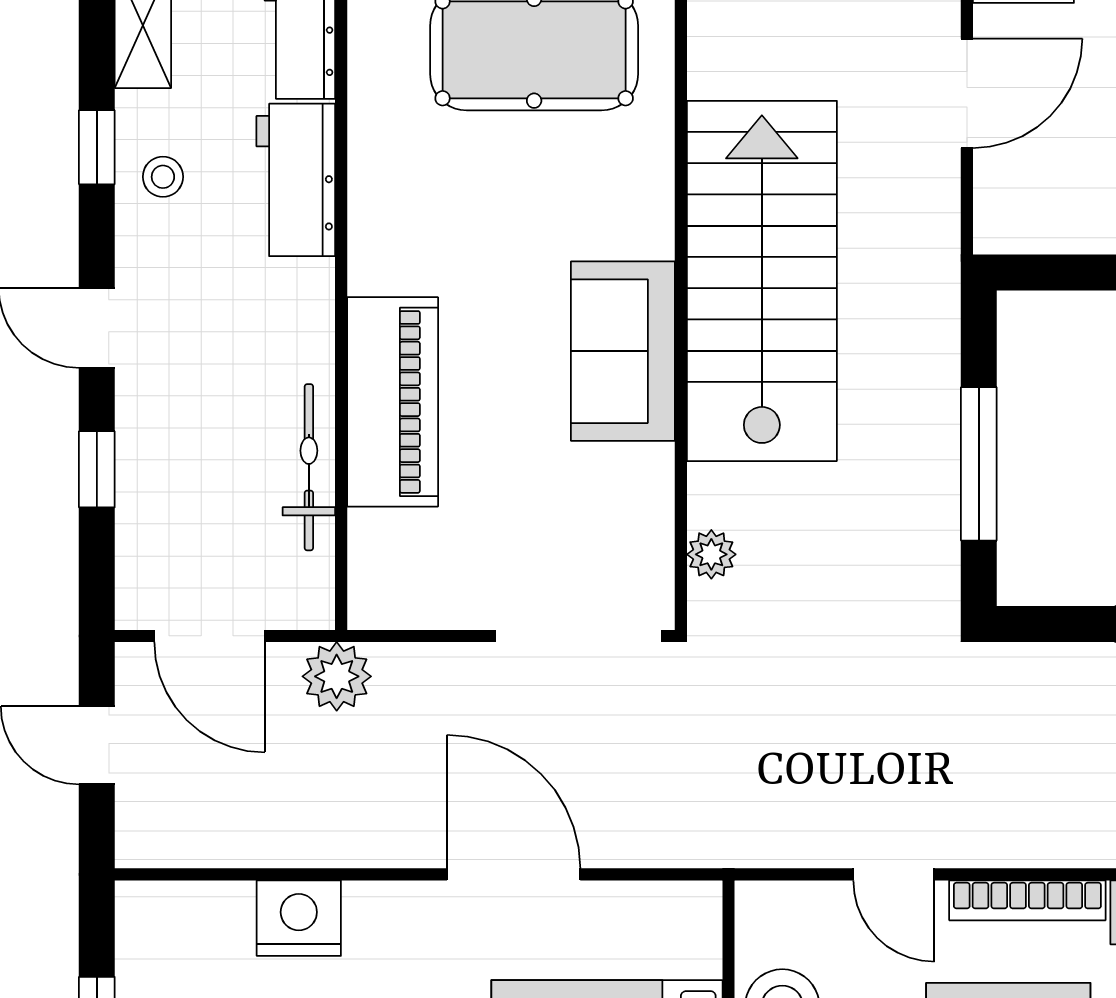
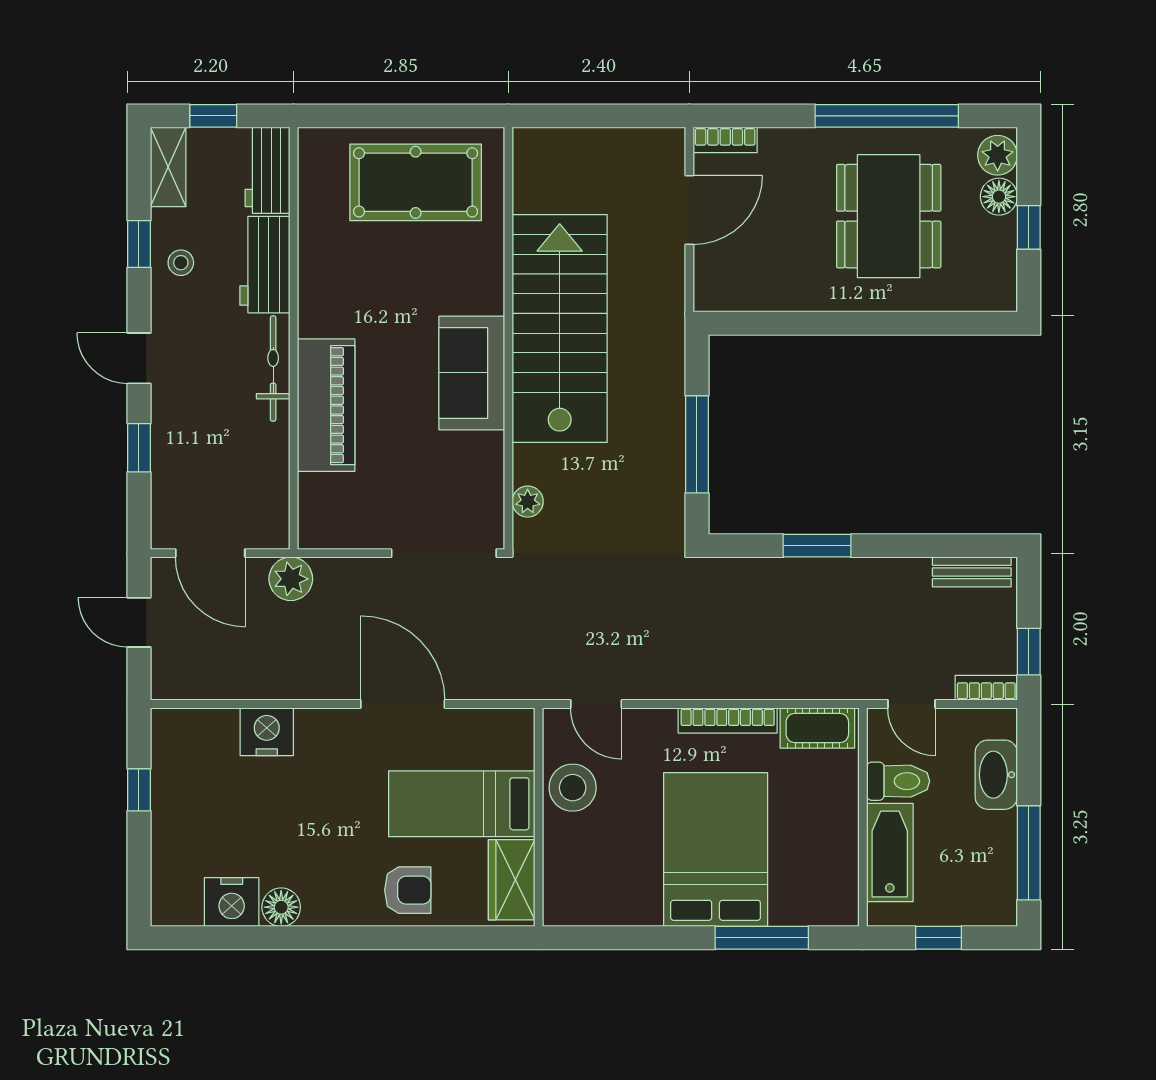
bicycle: (309, 467) -> (273, 368), moved
door: (894, 874) -> (596, 704), moved

